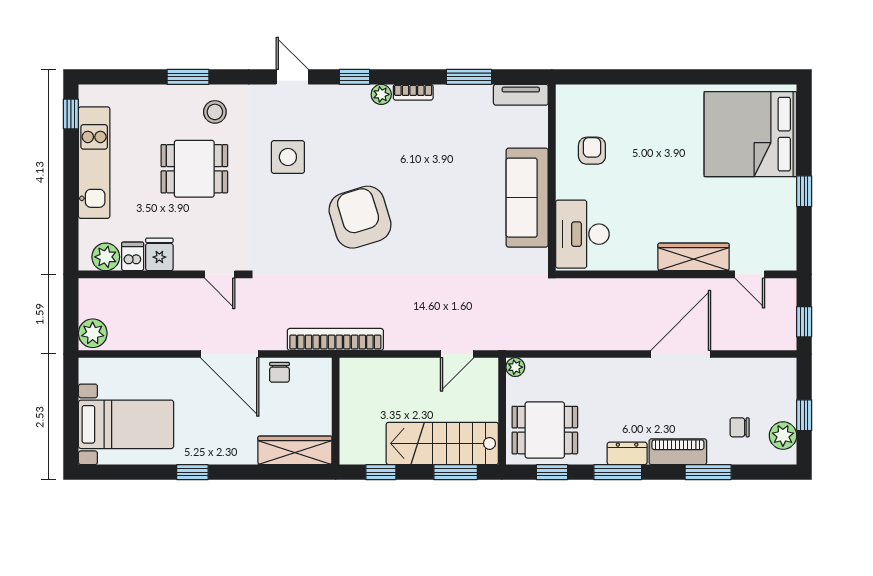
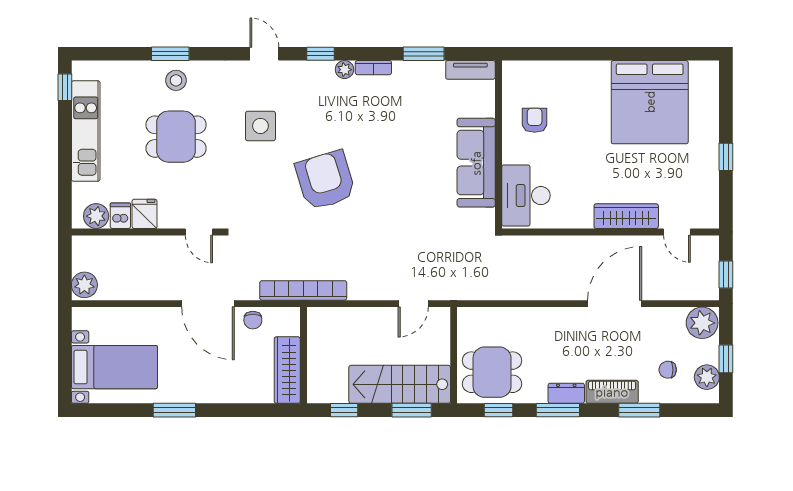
stool: (215, 112) -> (176, 80), moved
bed: (750, 134) -> (650, 102), moved, turned -90
plant: (515, 367) -> (702, 323), moved, width x1.88, depth x1.88
wardrobe: (295, 450) -> (287, 370), moved, turned -90
window: (192, 472) -> (174, 410), width x1.50

